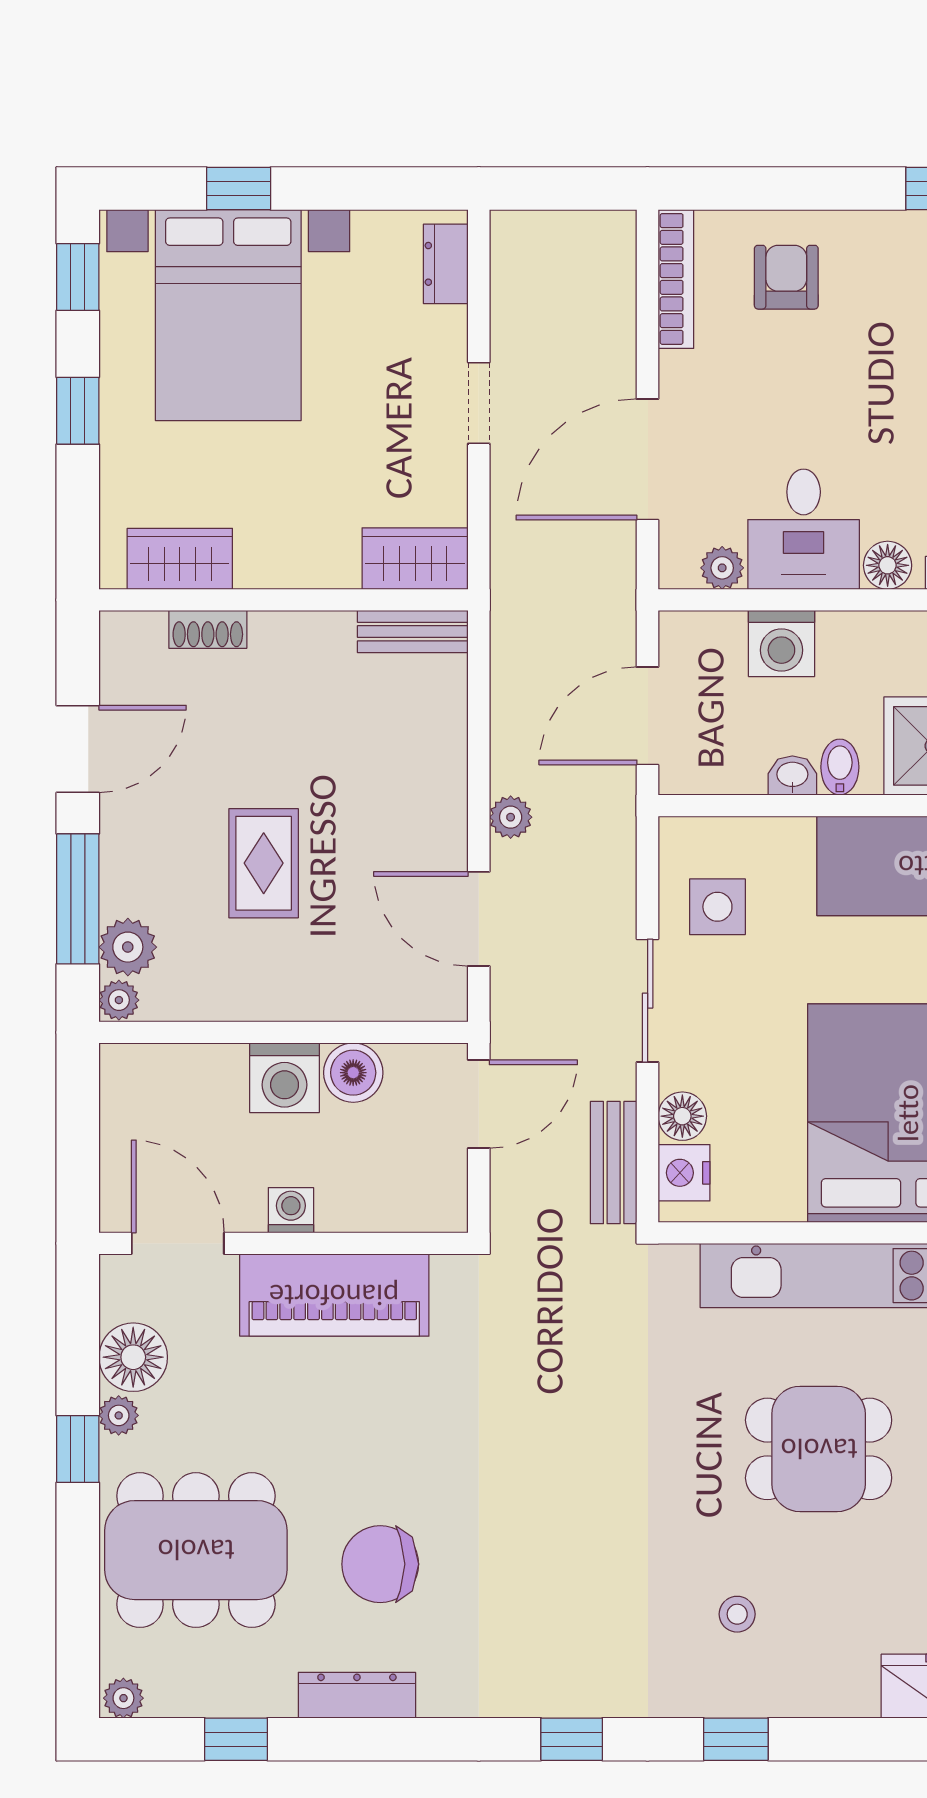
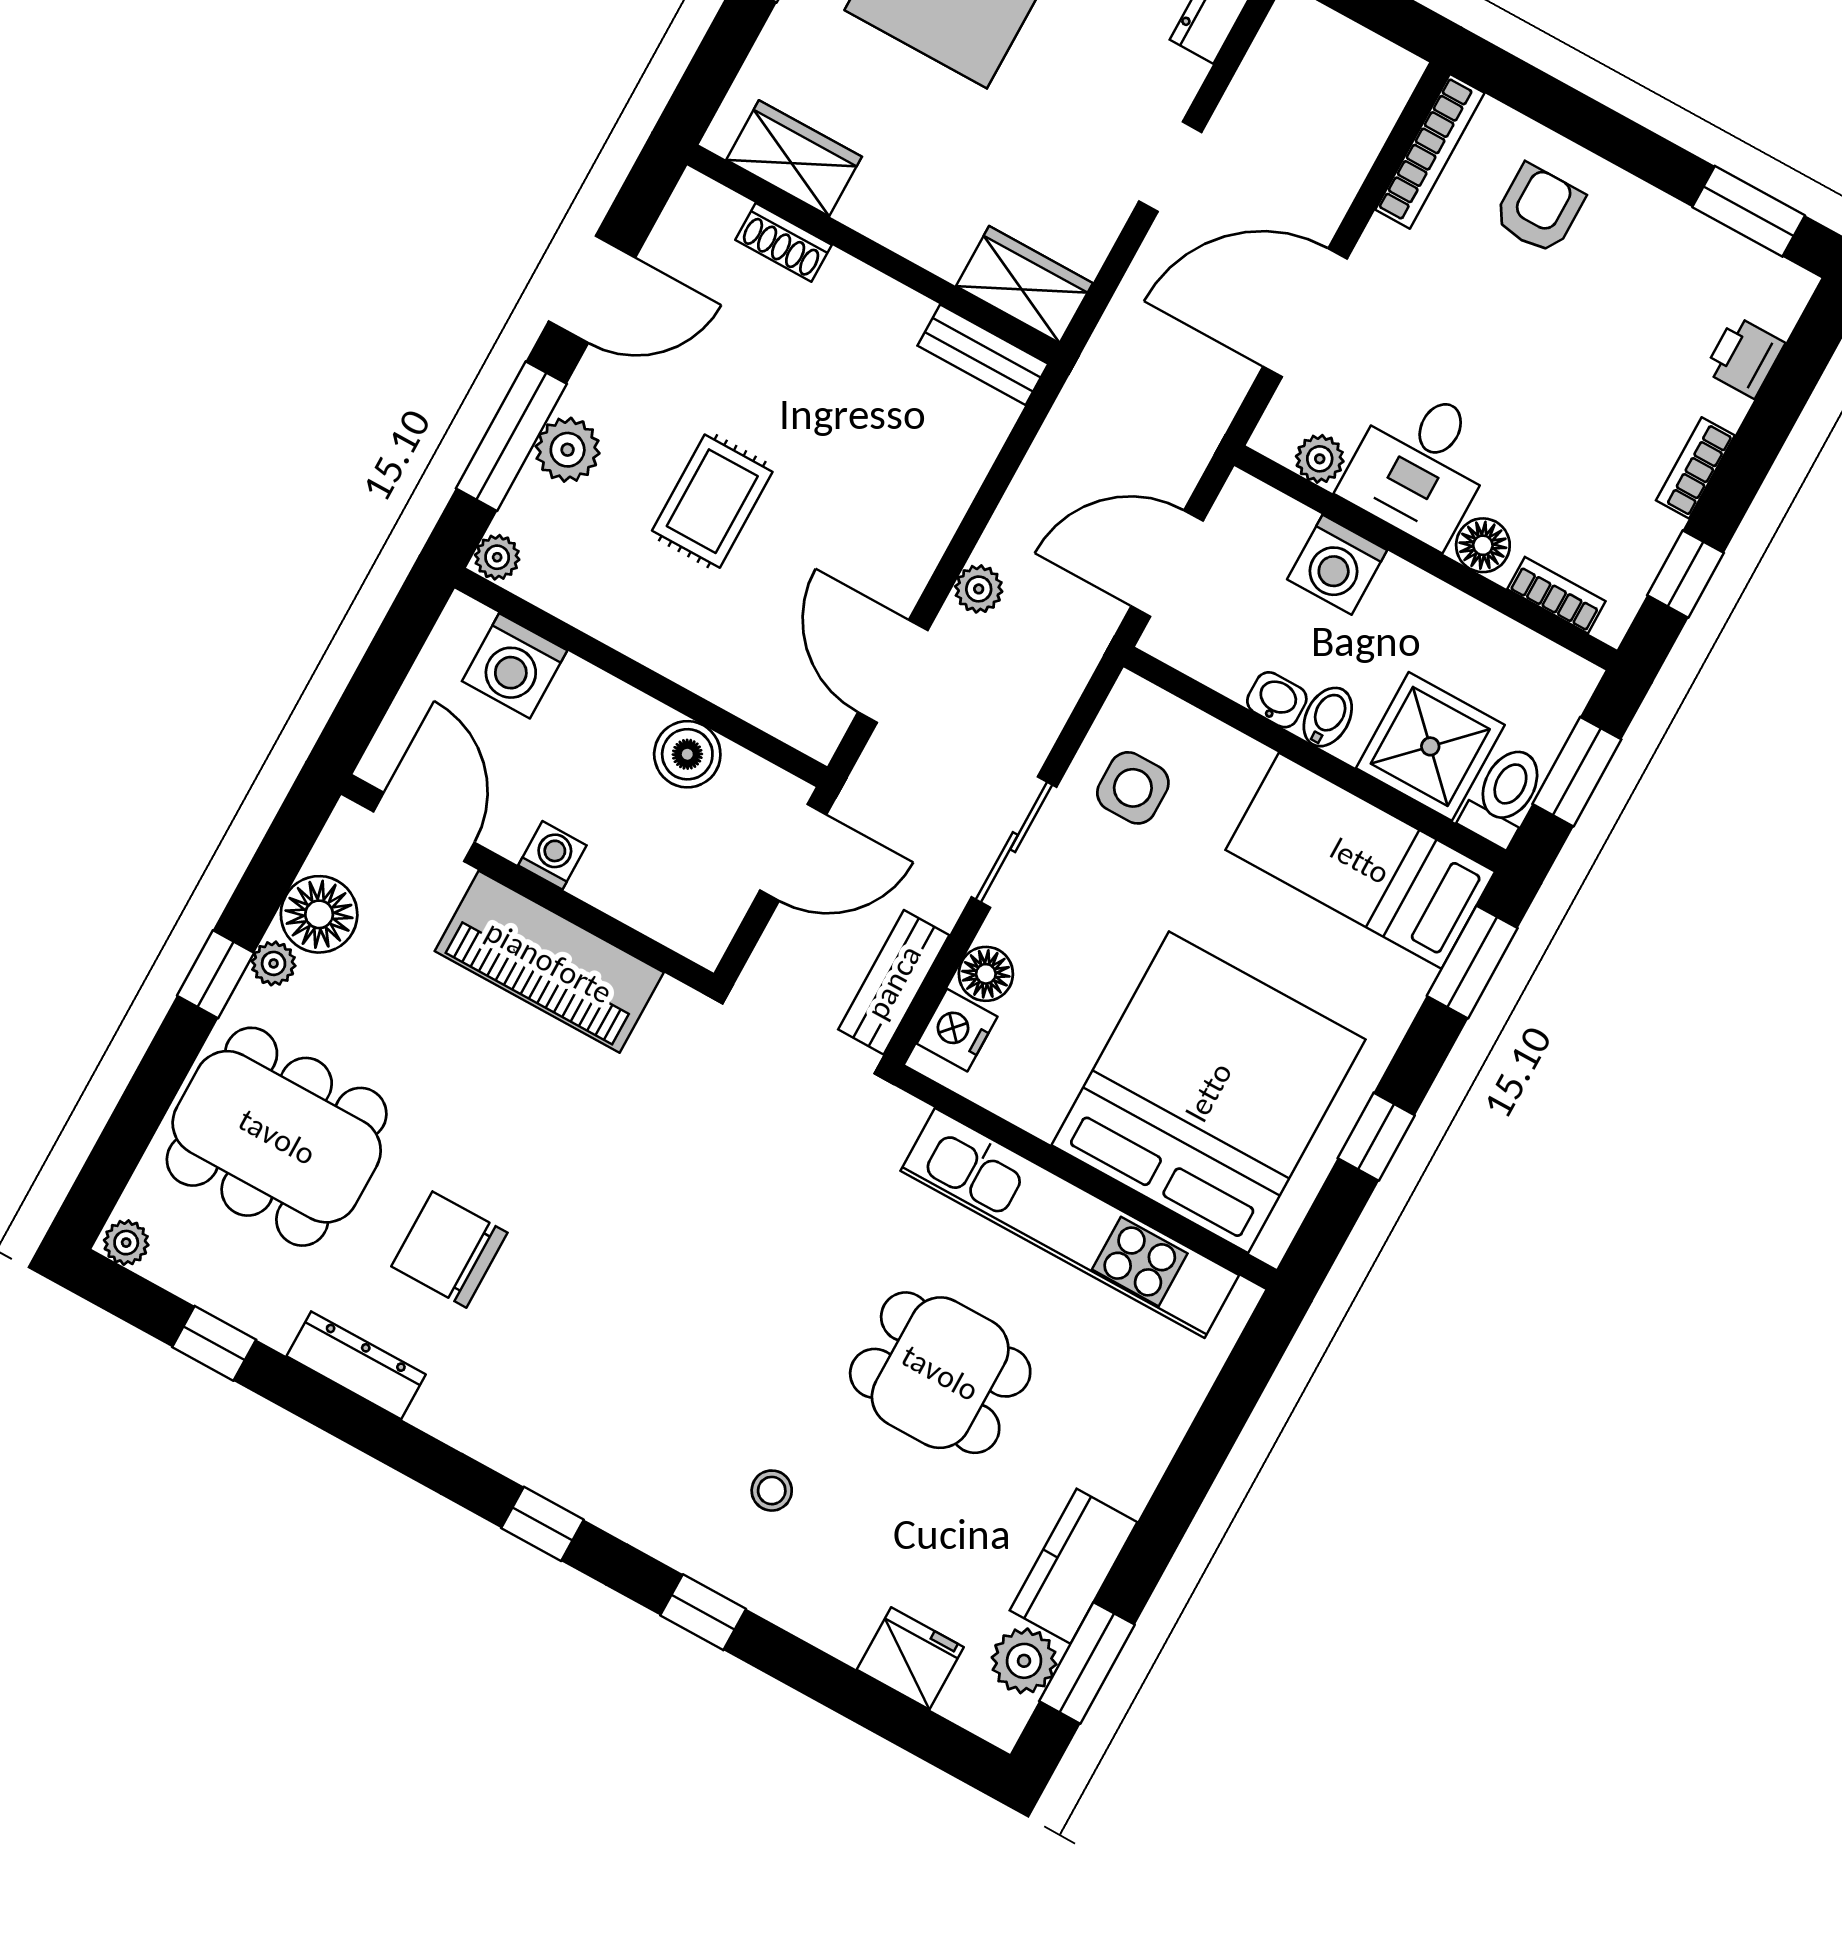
plant: (128, 947) -> (568, 450), moved
washing machine: (285, 1078) -> (515, 666), moved

